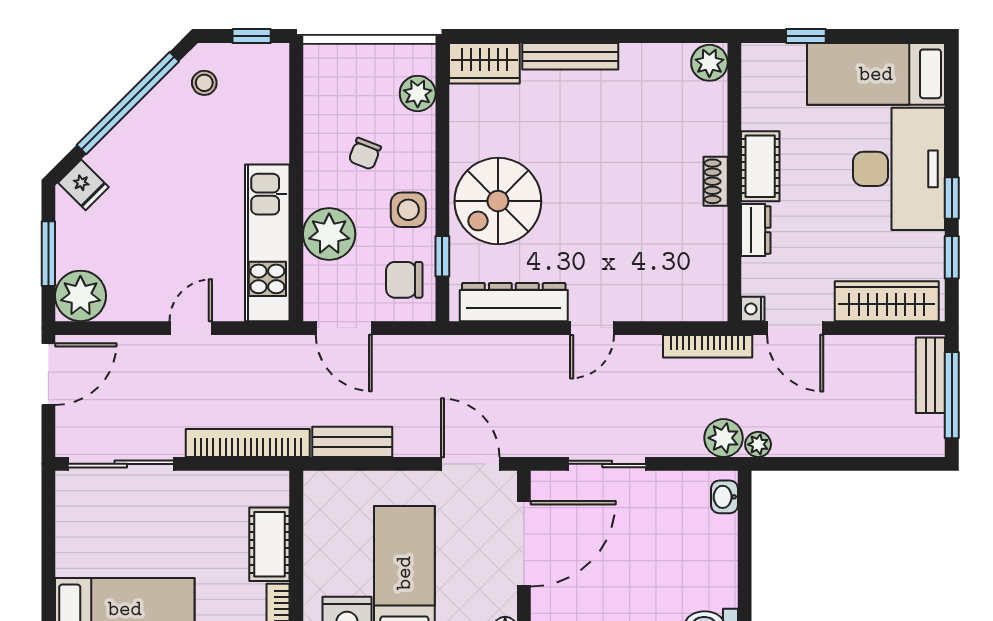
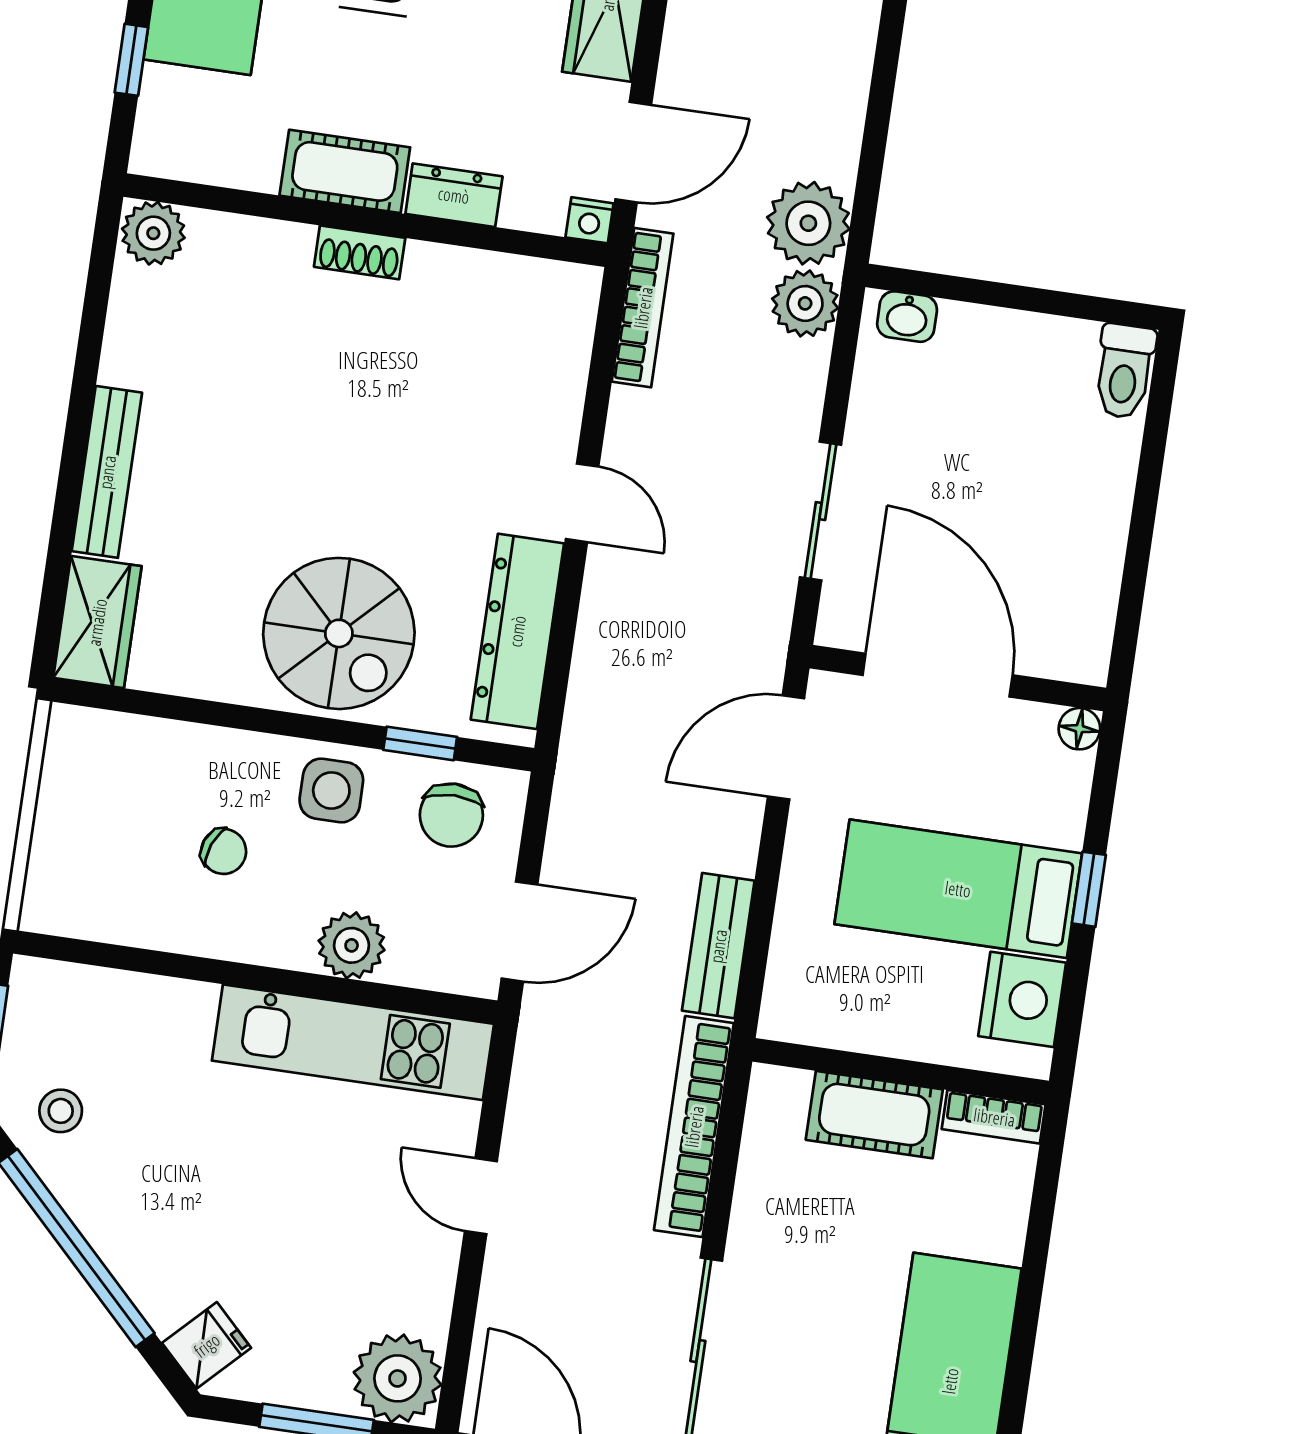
plant: (418, 93) -> (133, 745), removed
plant: (329, 234) -> (352, 945), width x0.73, depth x0.73
plant: (758, 444) -> (808, 223), width x1.87, depth x1.87

